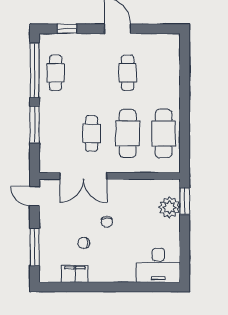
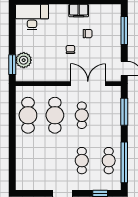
cafe table: (128, 73) -> (82, 161), moved
window: (35, 125) -> (124, 112), moved
filing cabinet: (75, 274) -> (79, 11), moved

